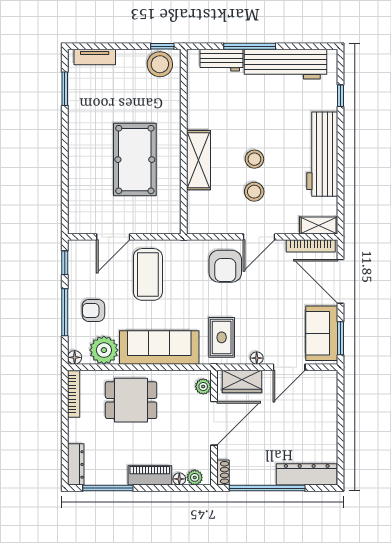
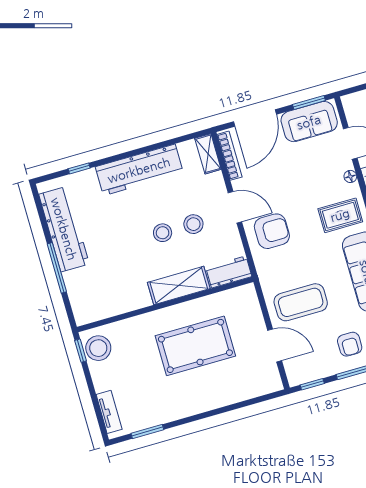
workbench: (221, 60) -> (229, 272), moved, turned -90

